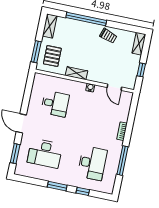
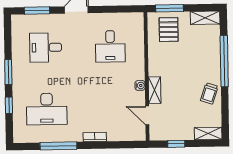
pallet: (52, 56) -> (169, 30), turned 90
shelving: (77, 73) -> (155, 90), moved
door: (114, 87) -> (147, 115), hinge flipped
desk: (45, 153) -> (46, 47), width x0.73

